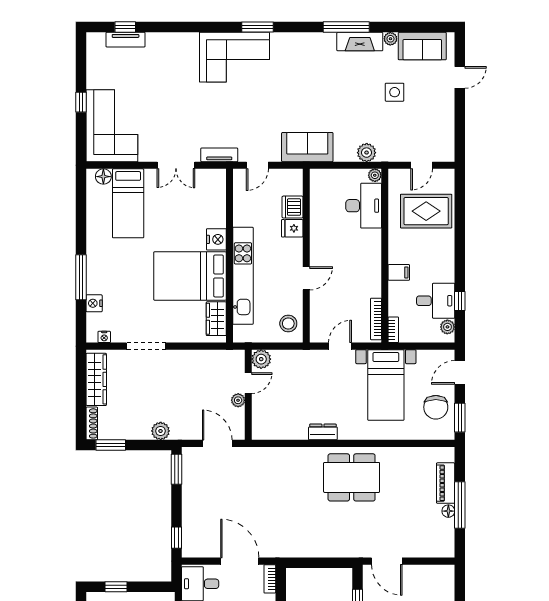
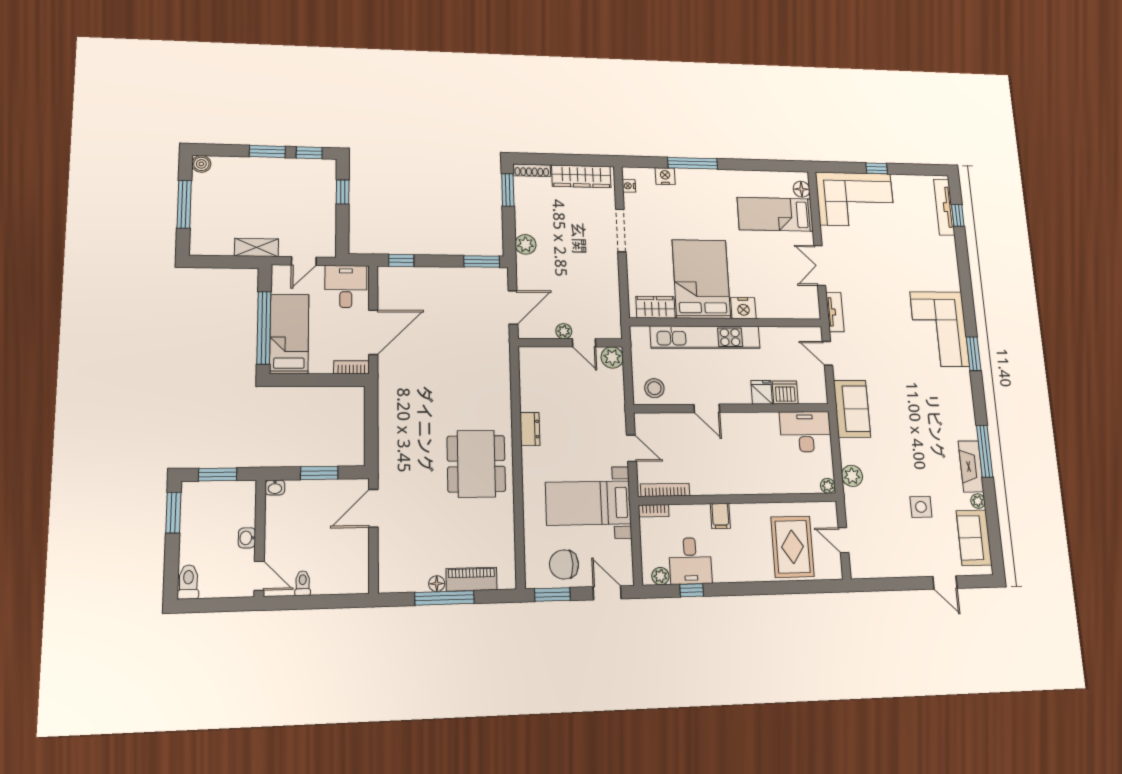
tv unit: (126, 40) -> (944, 207), width x1.41
desk: (364, 206) -> (806, 432), moved, turned 180

